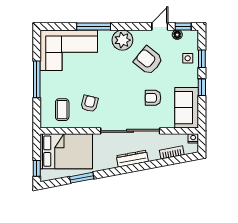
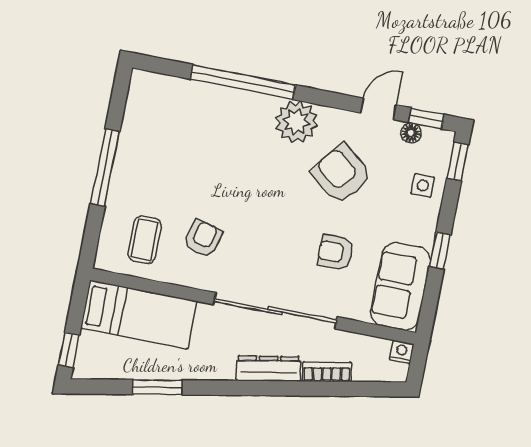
window: (94, 26) -> (243, 82), width x1.46
corner sofa: (69, 50) -> (182, 121), removed
window: (202, 59) -> (458, 162), moved
bed: (66, 151) -> (139, 314), width x0.67
bookcase: (172, 152) -> (327, 372), moved

